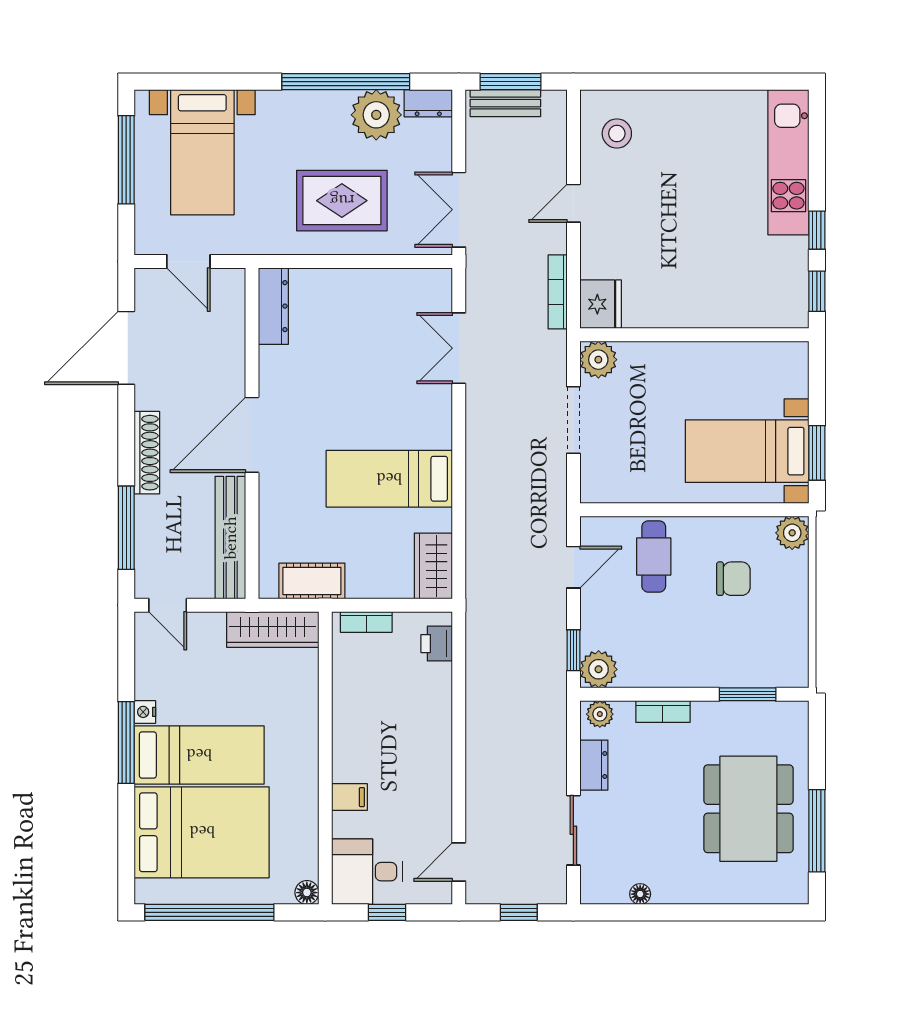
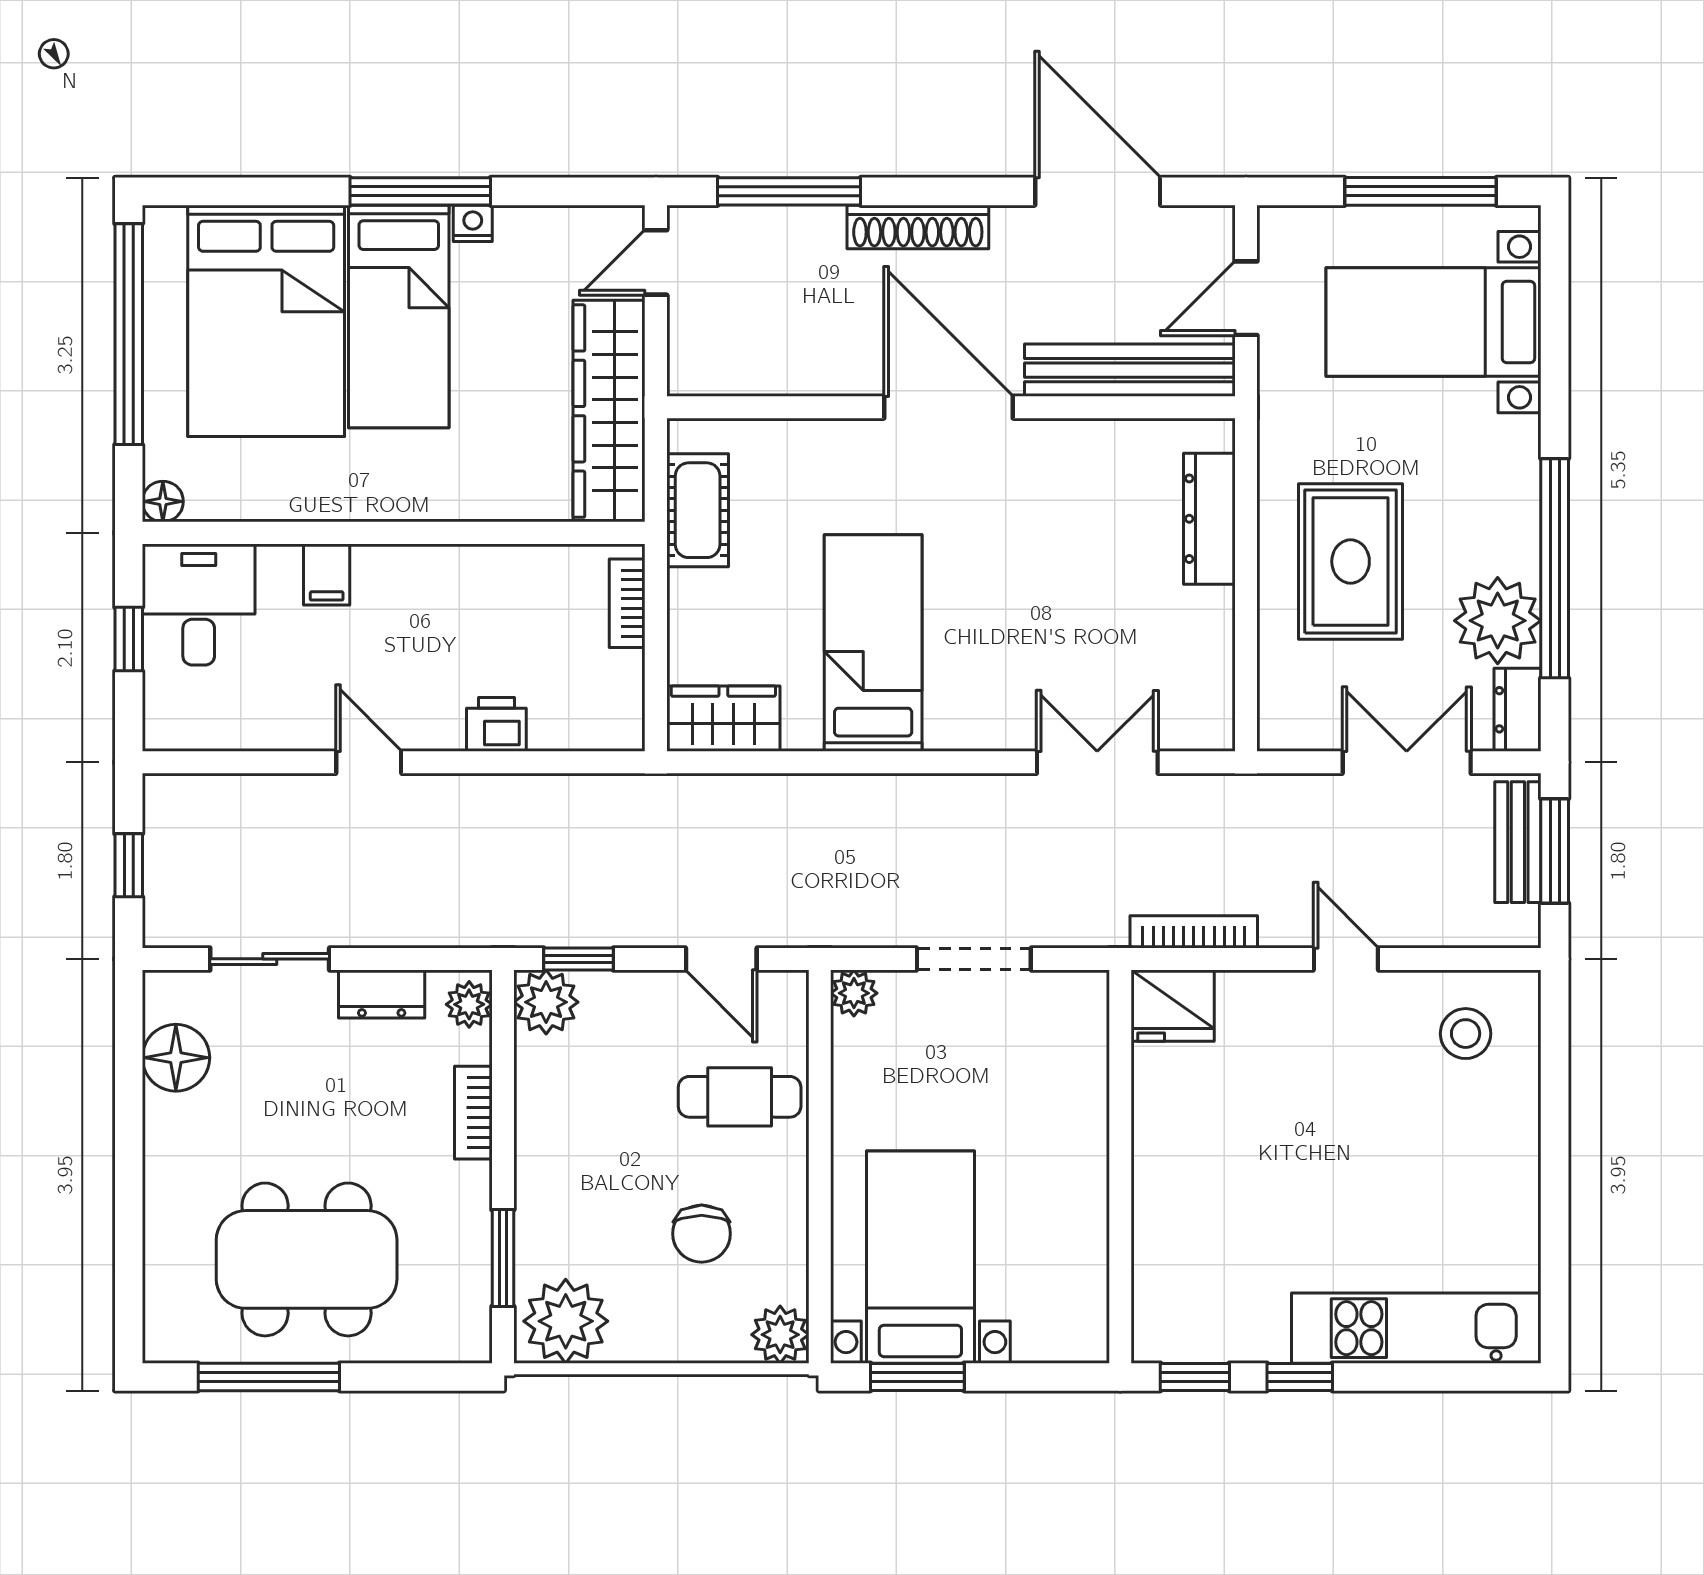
double door: (459, 210) -> (1407, 762), moved
dresser: (273, 306) -> (1209, 519), moved, turned 90
plant: (598, 360) -> (854, 993), moved, width x0.73, depth x0.73
bench: (230, 538) -> (1130, 370), moved
wardrobe: (273, 629) -> (609, 411), width x1.40, depth x1.17
printer: (437, 644) -> (496, 724), moved
plant: (784, 658) -> (566, 1321), added
door: (459, 862) -> (369, 762), moved
floor lamp: (640, 894) -> (176, 1058), width x1.89, depth x1.89

